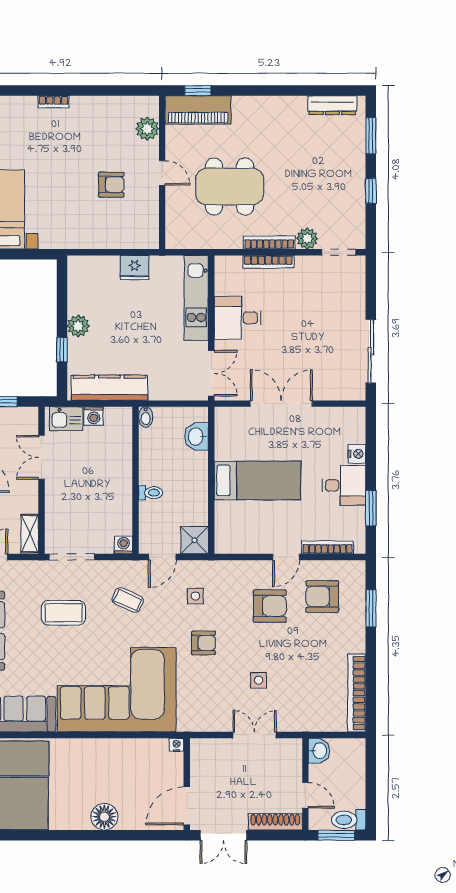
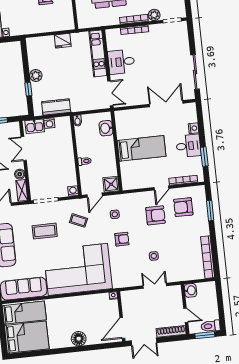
kitchen counter: (109, 388) -> (56, 107), width x0.67
double door: (281, 404) -> (166, 104), moved
boiler: (29, 503) -> (20, 174), added

